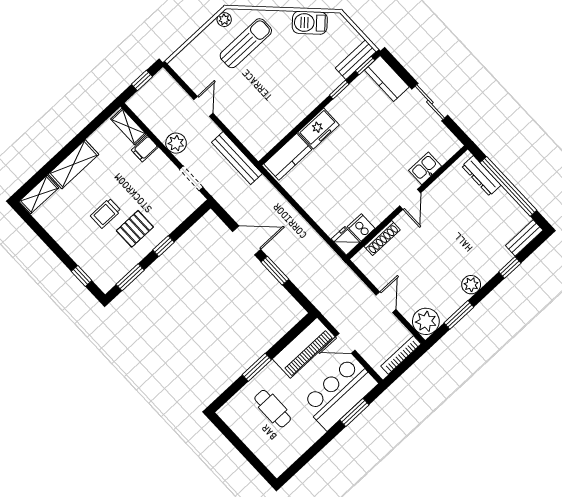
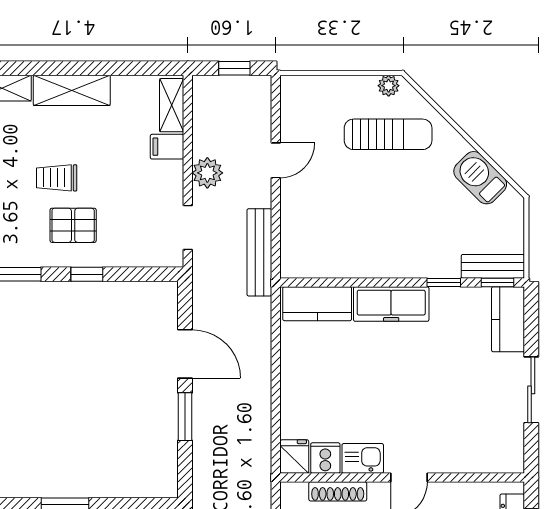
freezer: (318, 128) -> (391, 304), width x1.40
kitchen sink: (425, 168) -> (363, 458), moved

